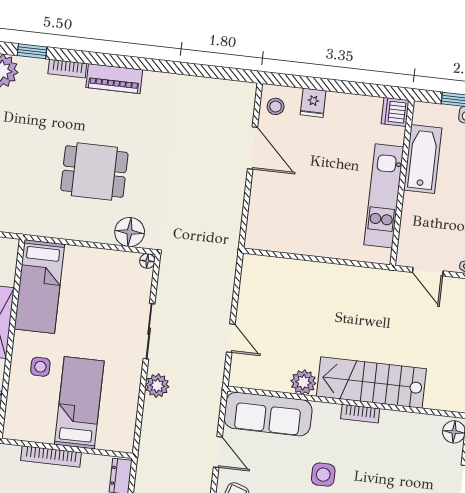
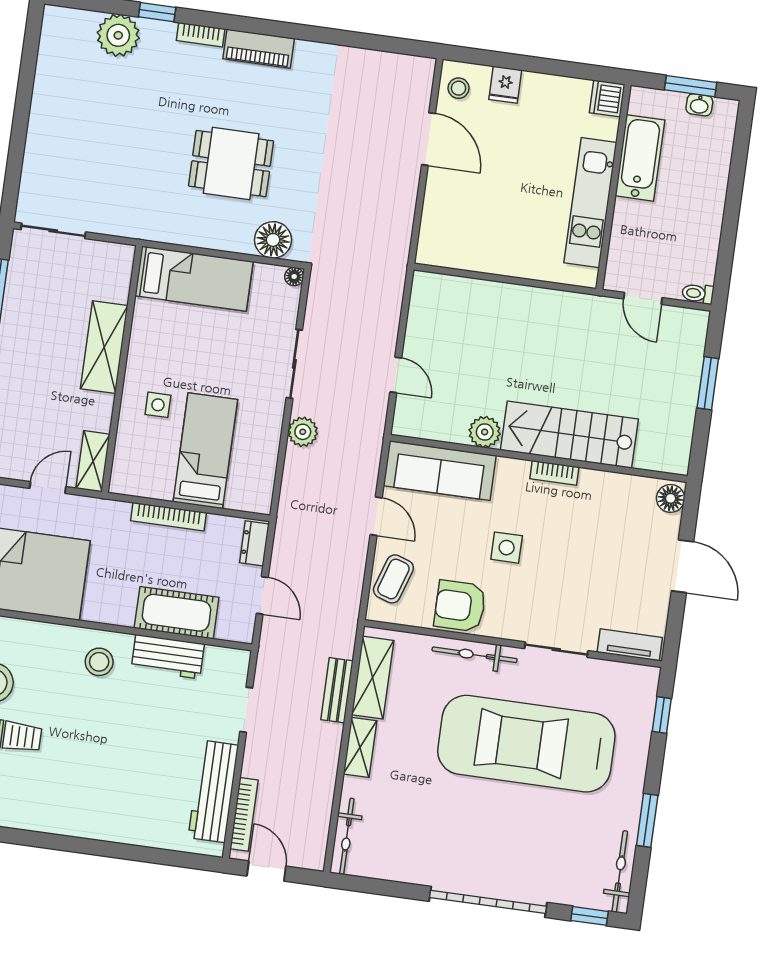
bed: (39, 287) -> (194, 279), moved, turned -90

